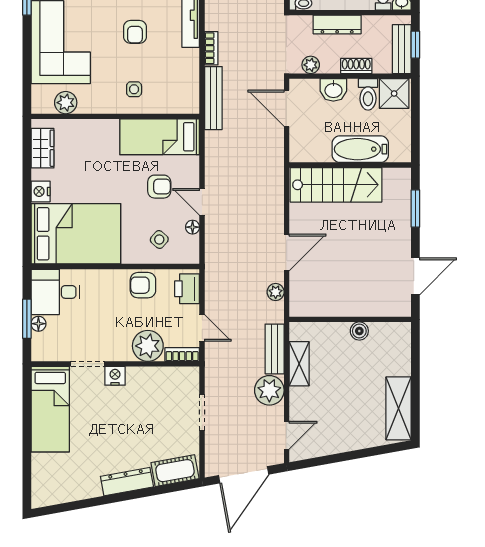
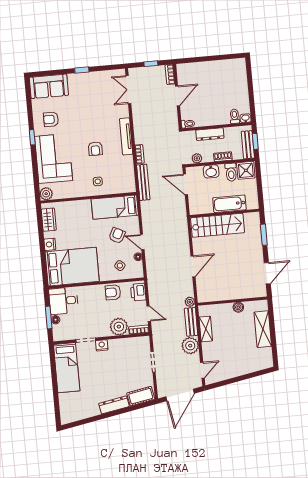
plant: (66, 103) -> (46, 194), moved
armchair: (159, 187) -> (117, 235), turned -63
plant: (276, 292) -> (190, 302), moved
shelving: (399, 408) -> (263, 329), moved

